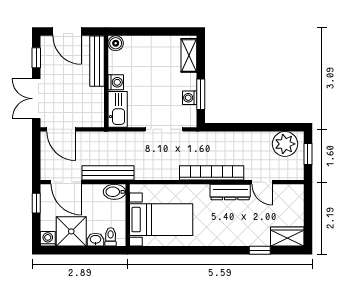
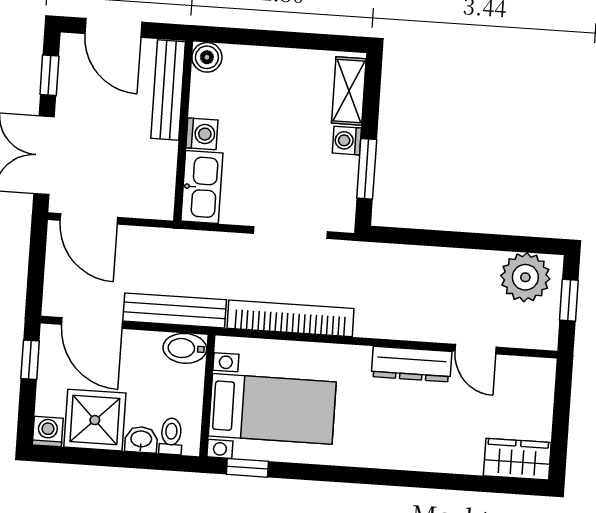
washing machine: (190, 98) -> (347, 141), moved
bookcase: (212, 173) -> (290, 318), moved
window: (260, 250) -> (247, 468), moved

